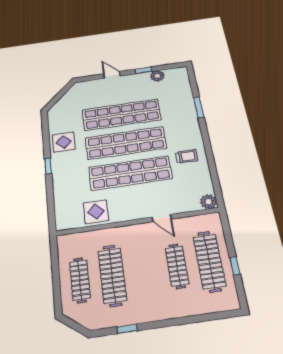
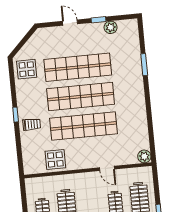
display table: (64, 142) -> (27, 69), moved
trolley: (187, 156) -> (32, 124), moved

